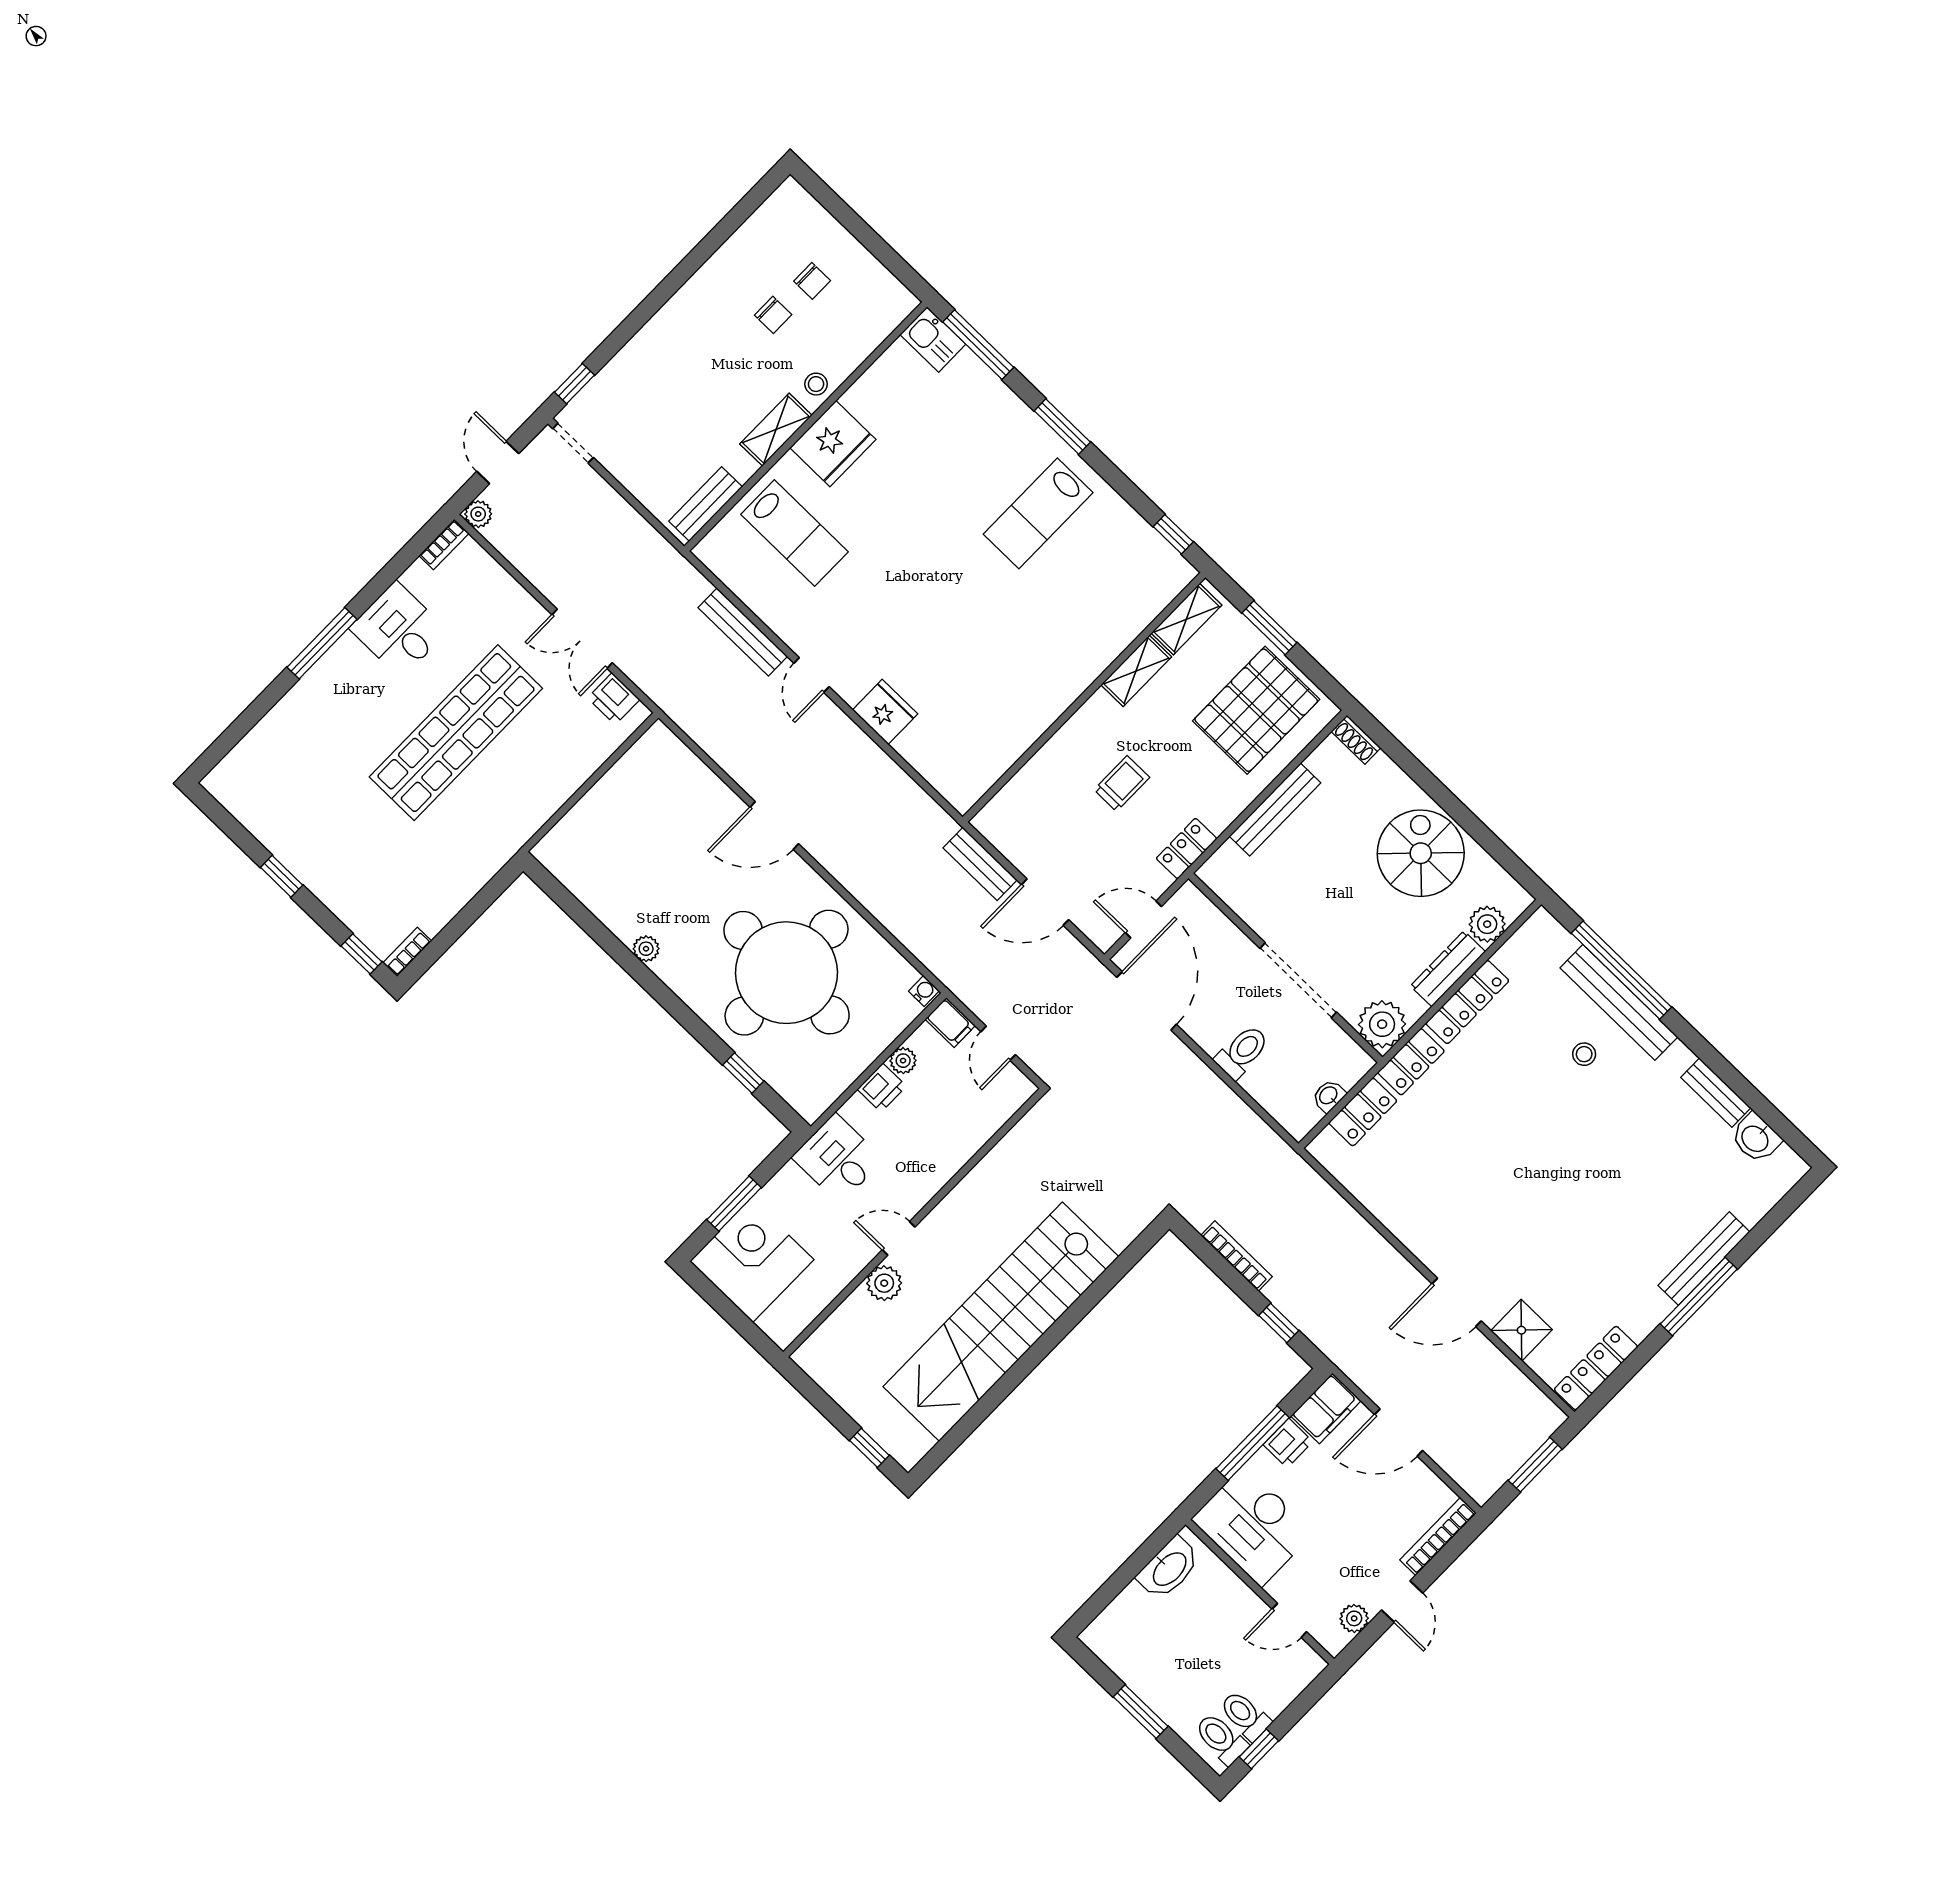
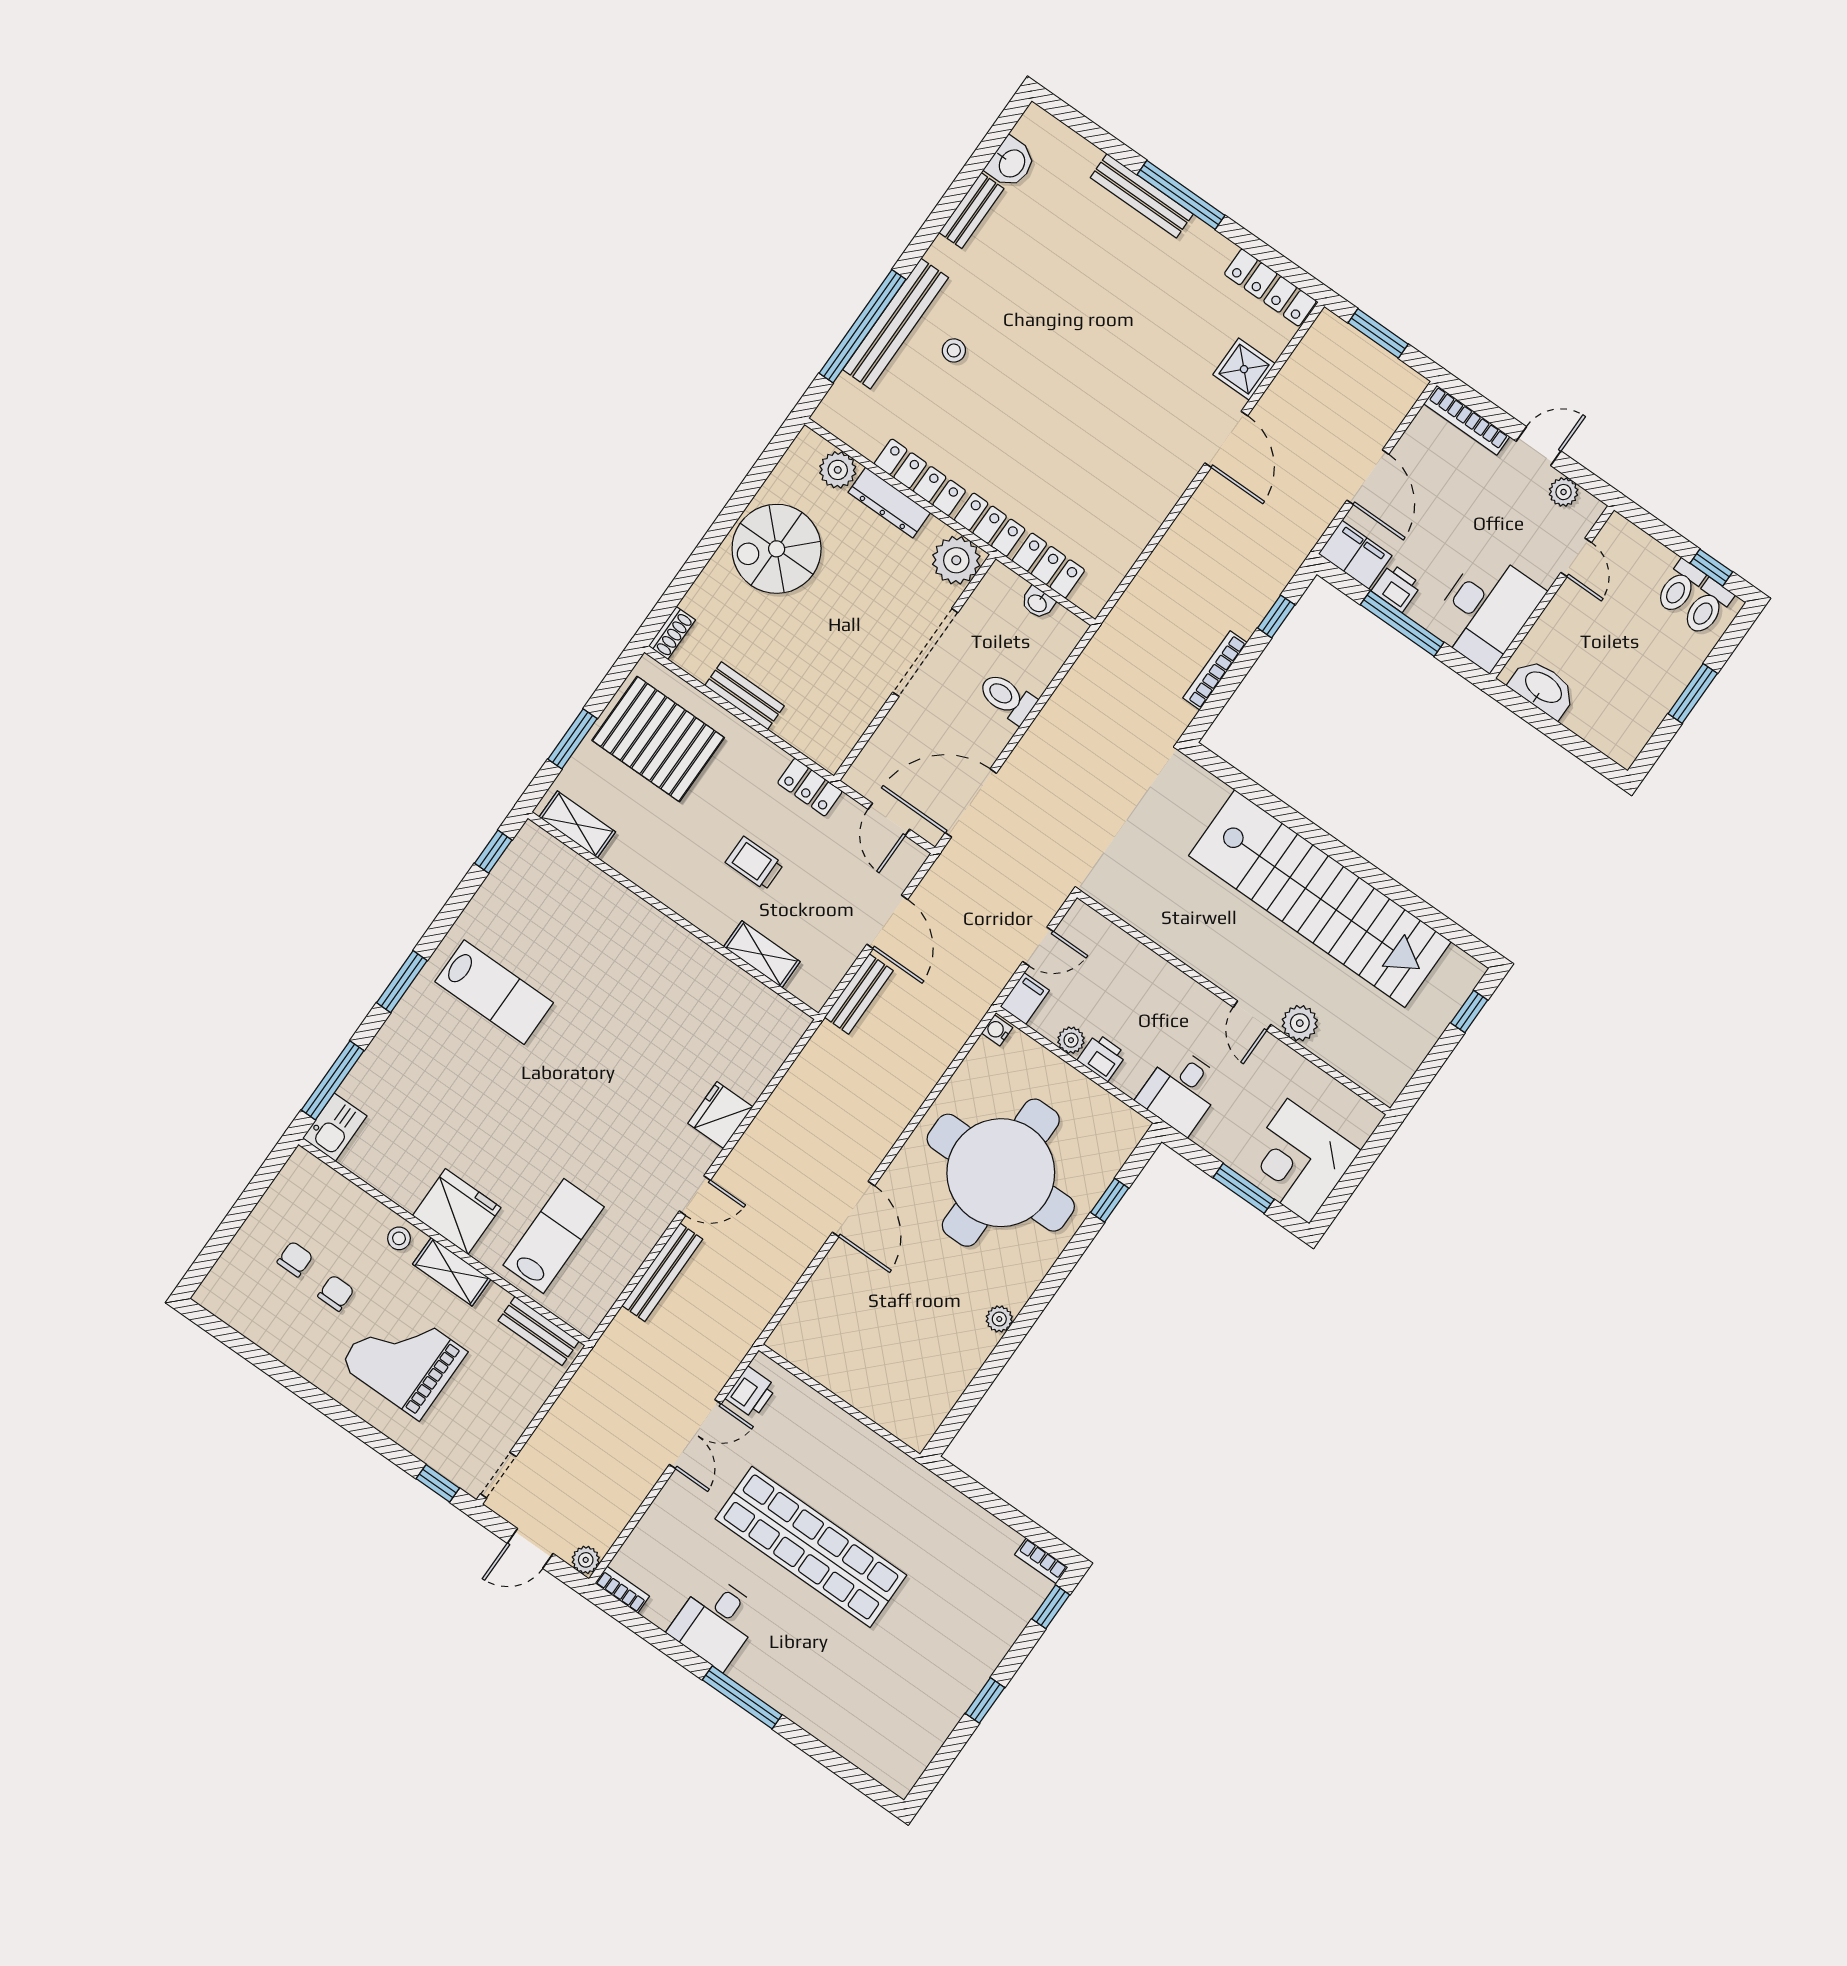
grand piano: (700, 370) -> (404, 1358), added
shelving: (1136, 671) -> (762, 954), moved
bench: (1275, 809) -> (744, 696), width x0.73

